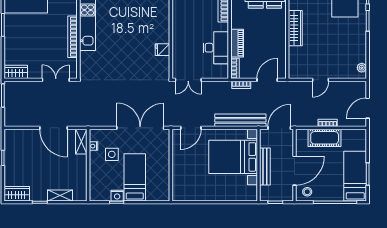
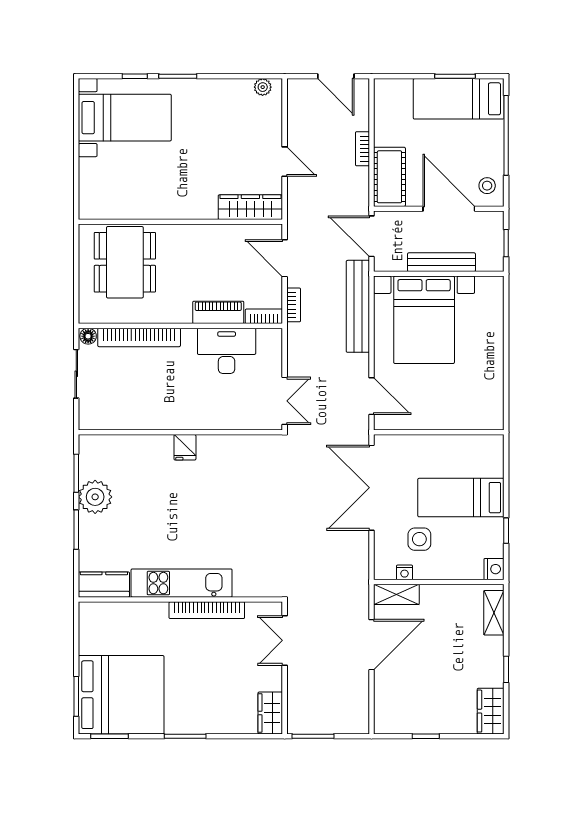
wardrobe: (295, 28) -> (250, 207), moved
fridge: (163, 50) -> (185, 447), moved
cot: (325, 138) -> (389, 177), moved
shelving: (60, 195) -> (494, 613), moved
nightstand: (117, 196) -> (494, 569), moved

